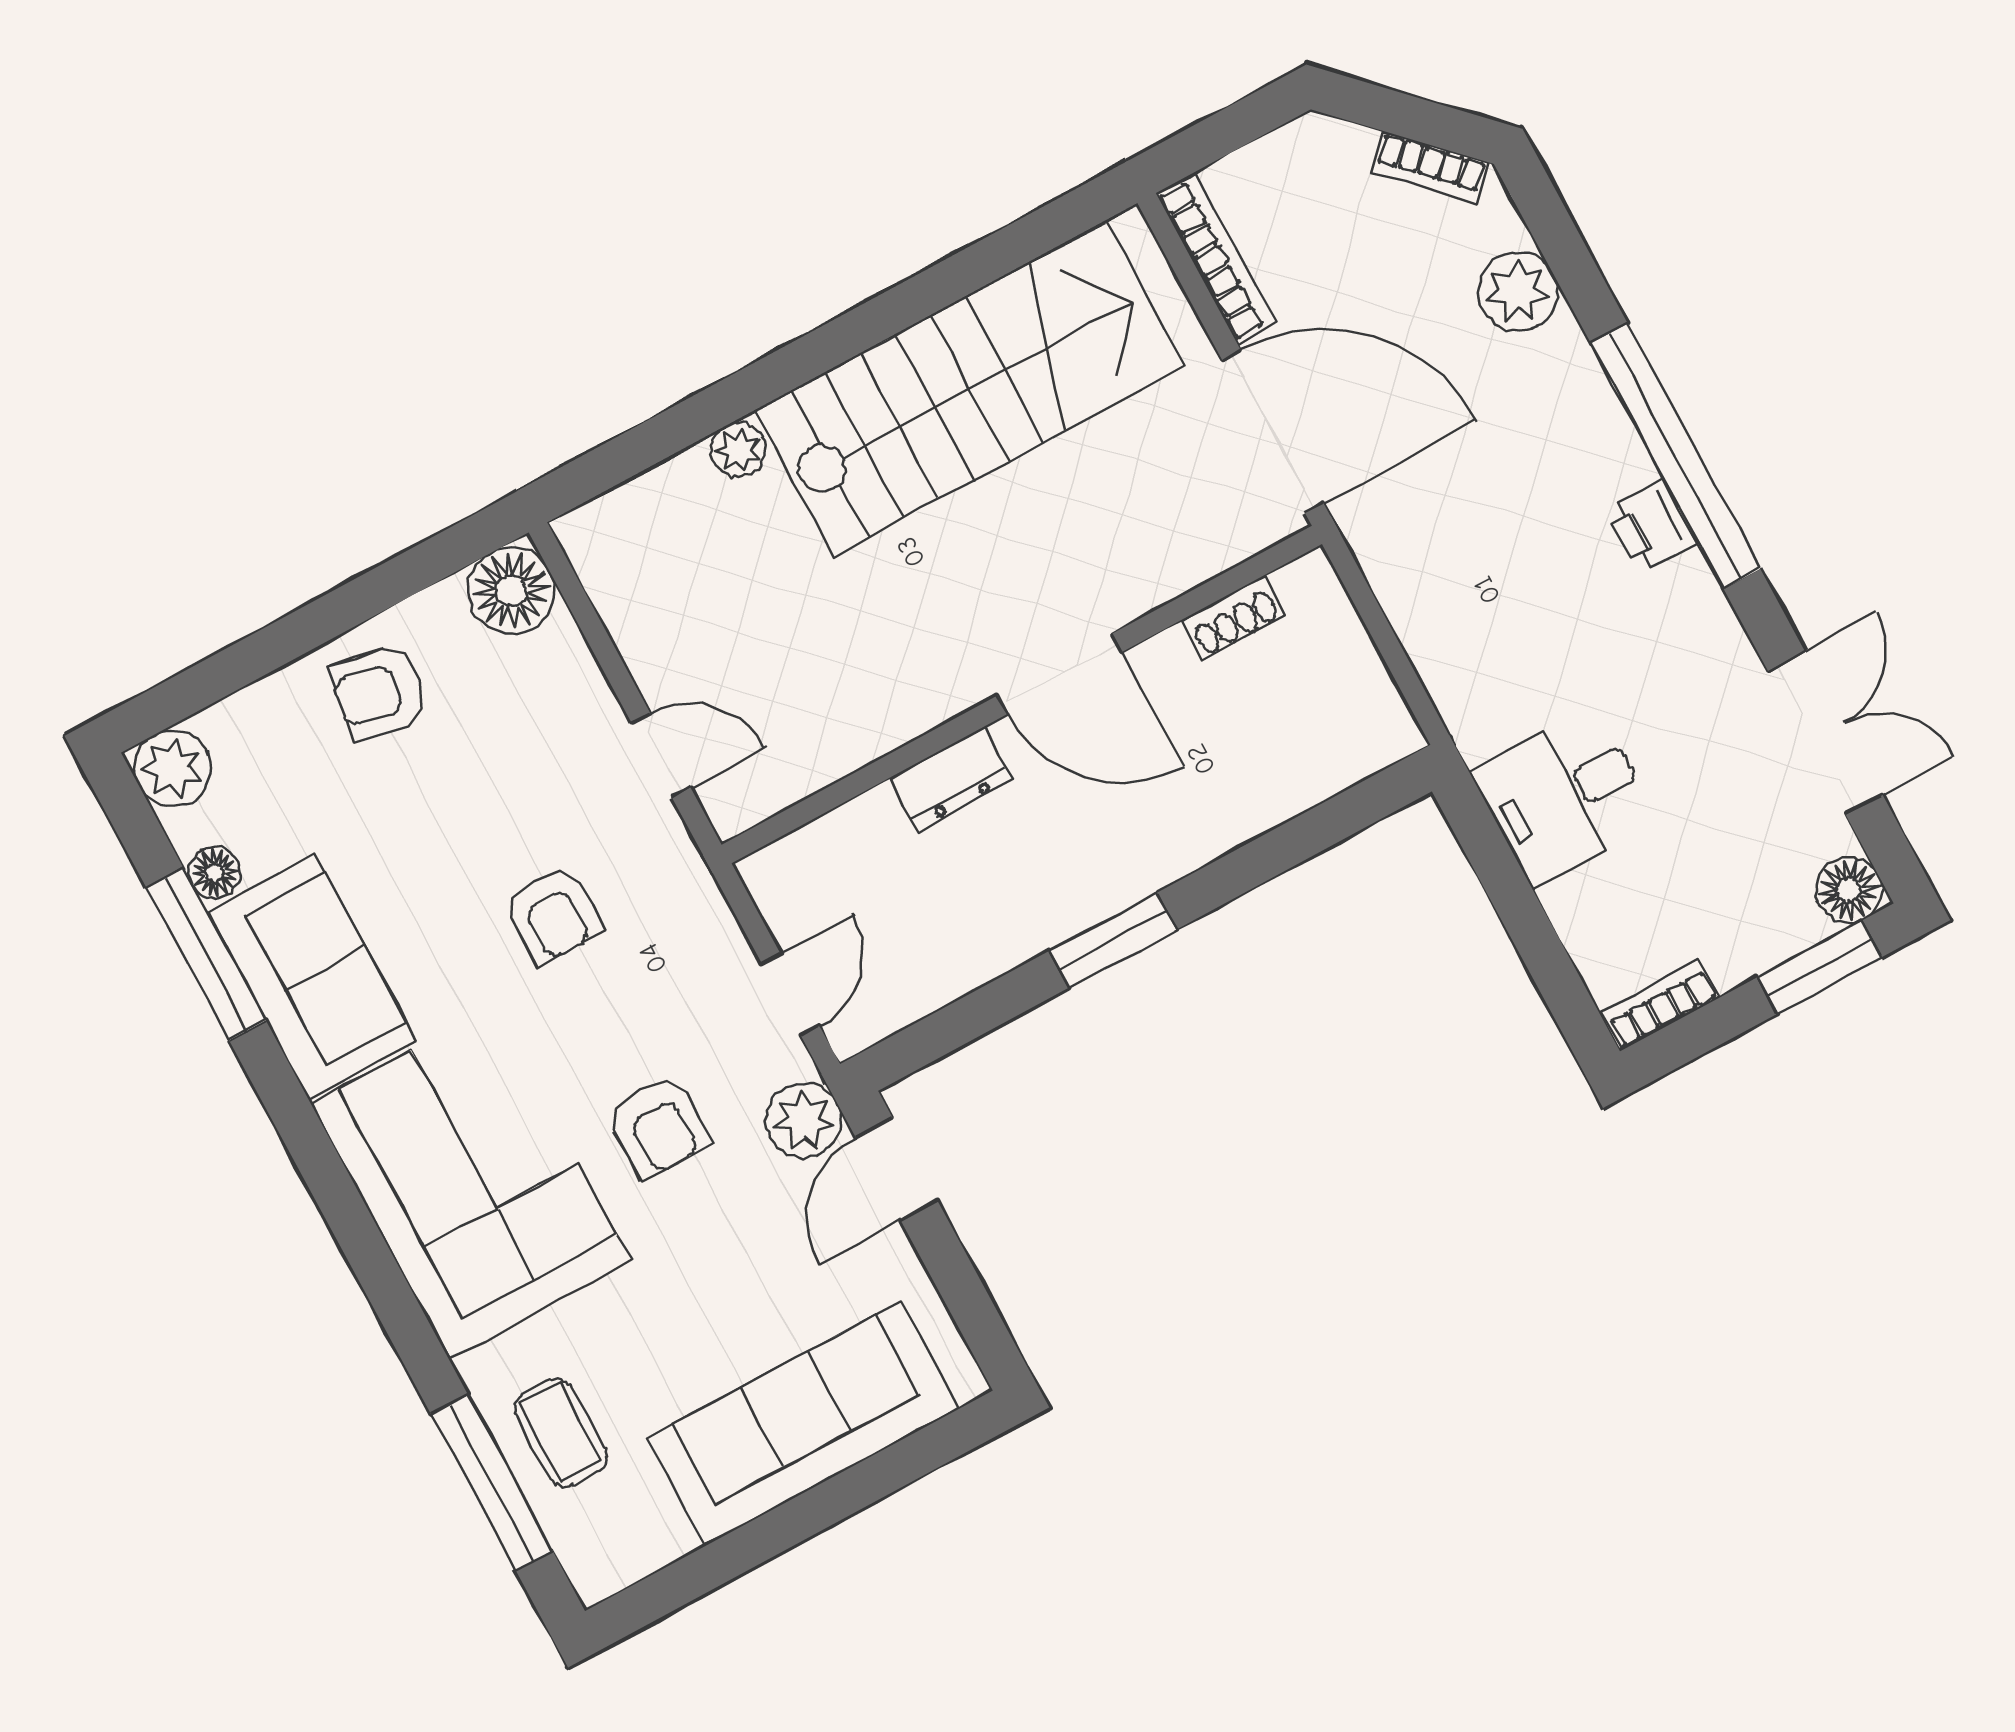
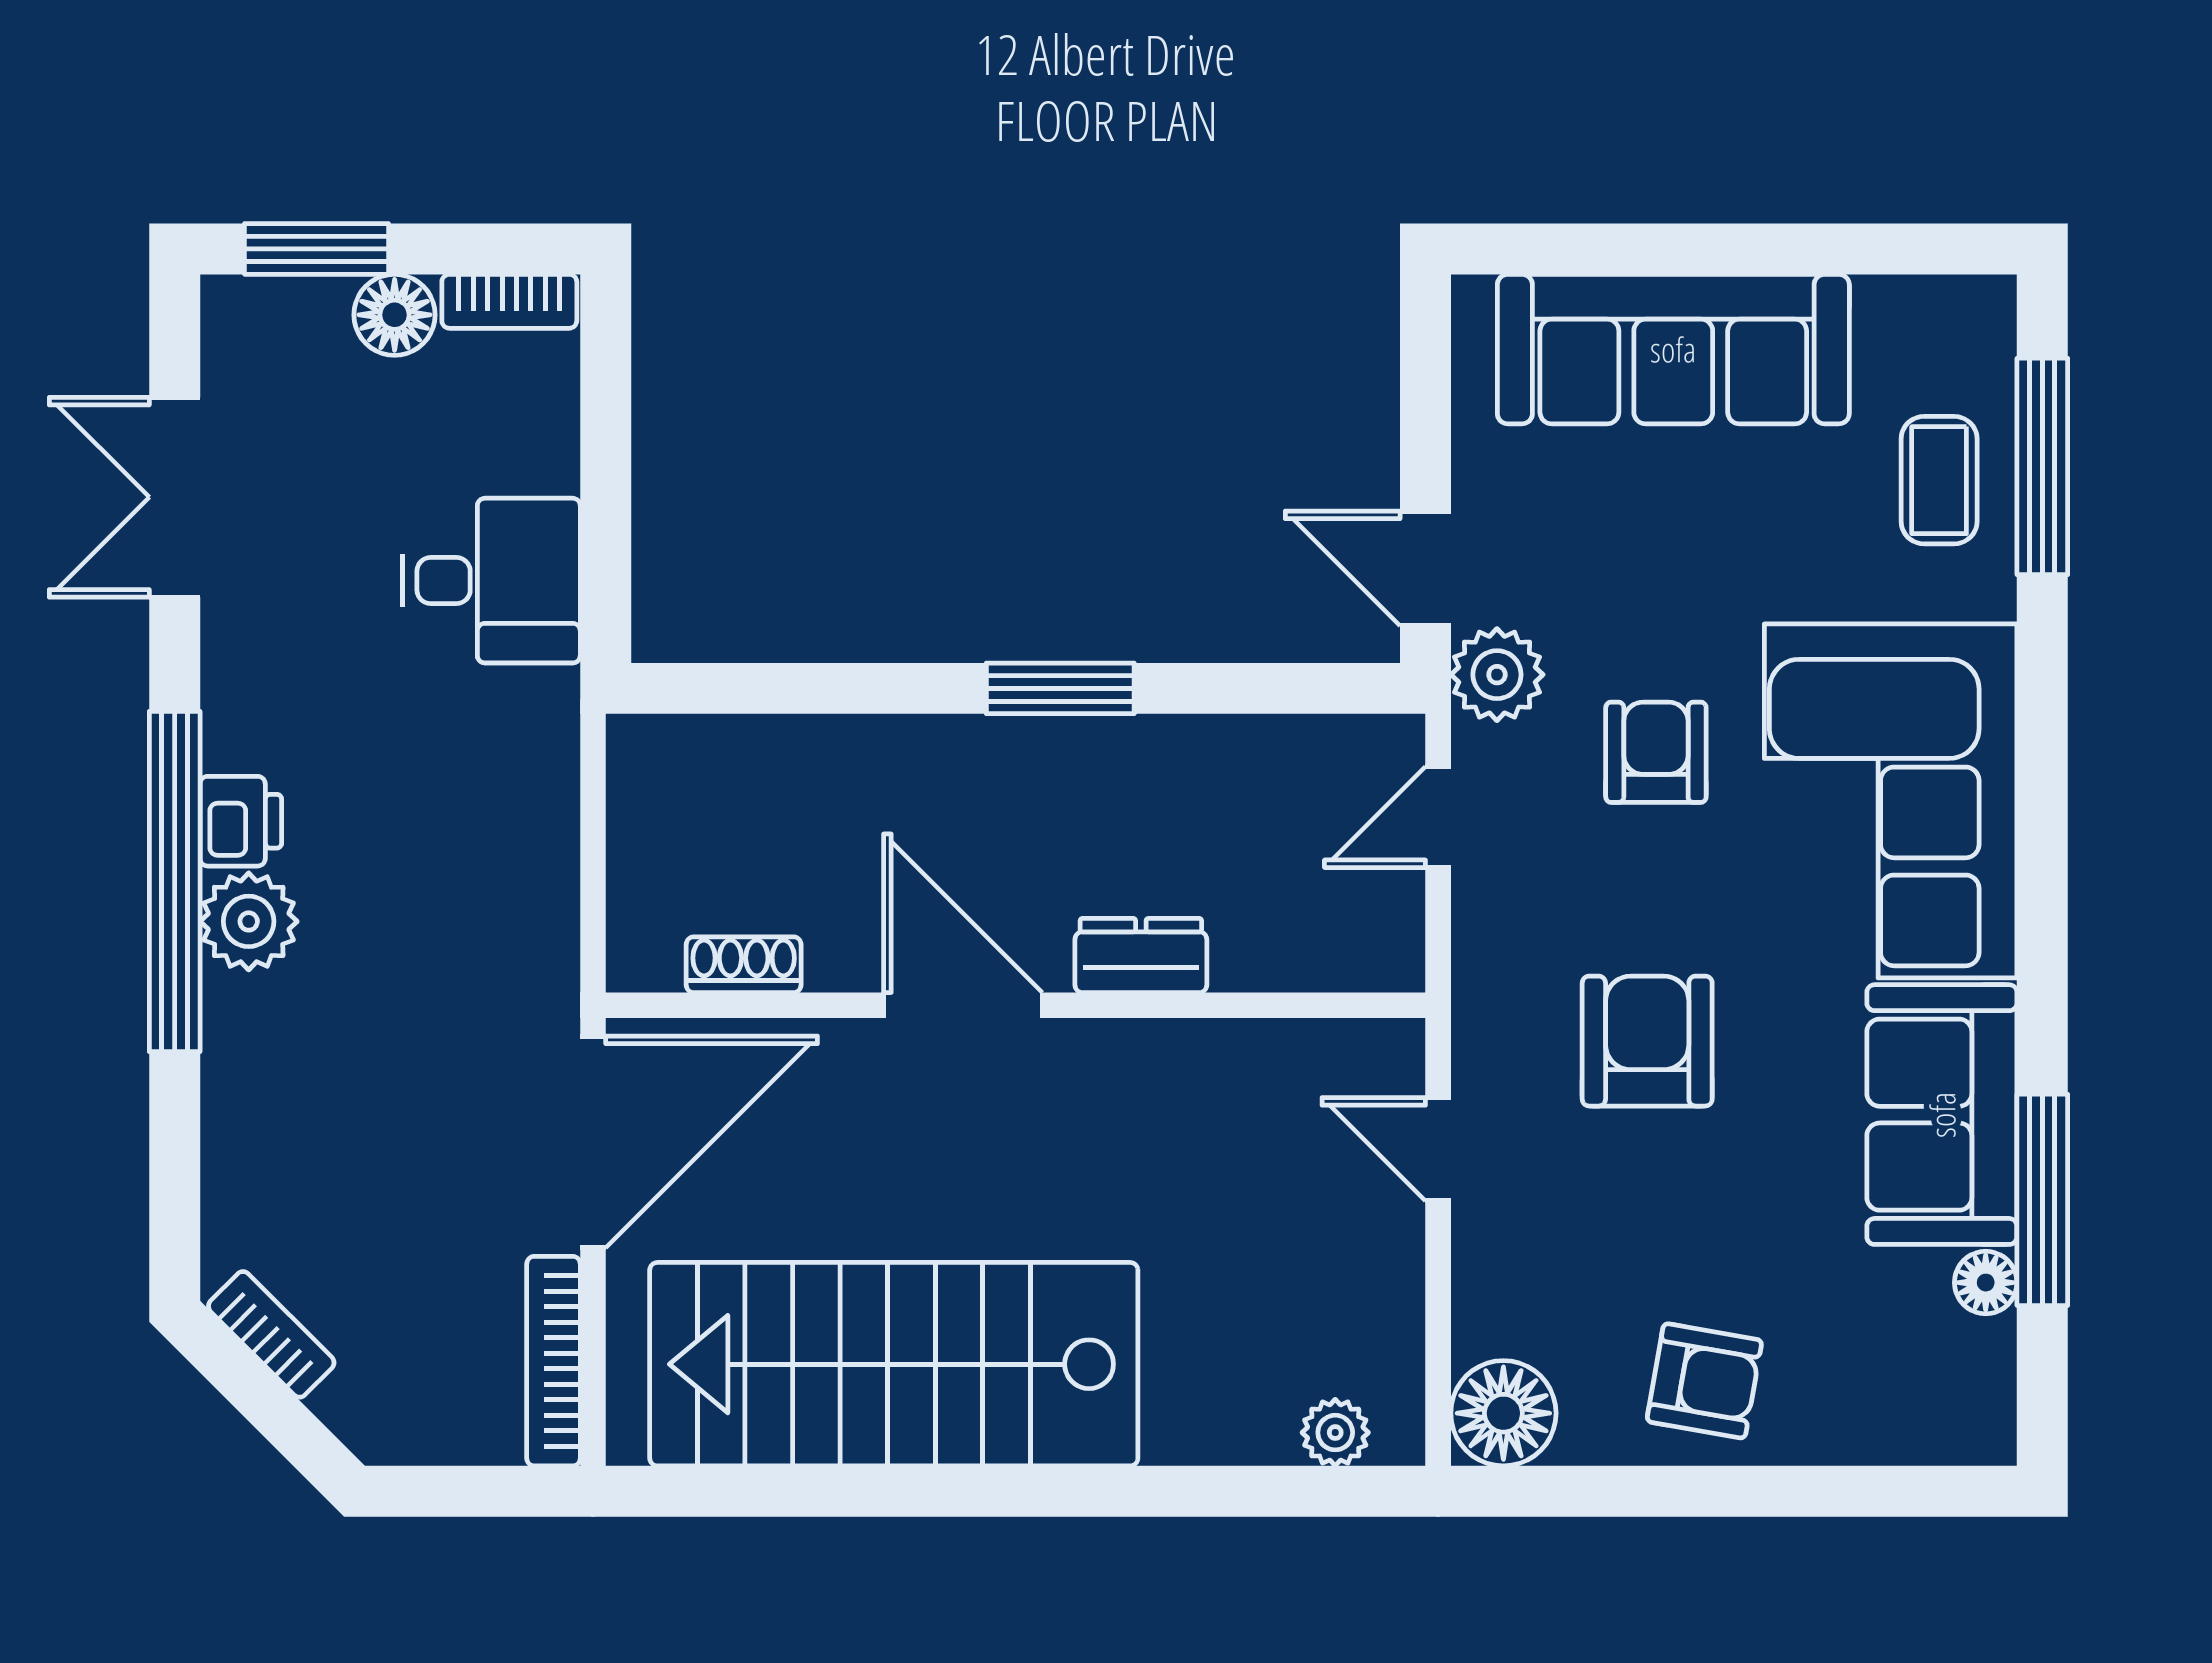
plant: (1518, 292) -> (249, 921), moved
door: (1273, 431) -> (593, 1142), swing flipped
plant: (738, 450) -> (1335, 1433), moved
plant: (173, 768) -> (1970, 1419), removed
floor lamp: (1849, 890) -> (395, 315), moved
armchair: (553, 915) -> (1647, 1041), width x1.38, depth x1.38
door: (897, 1169) -> (1425, 568), swing flipped

